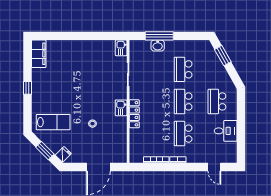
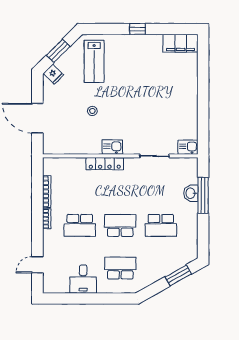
school desk: (183, 69) -> (161, 225), turned 180
school desk: (183, 134) -> (80, 225), turned 180

